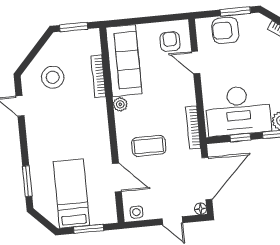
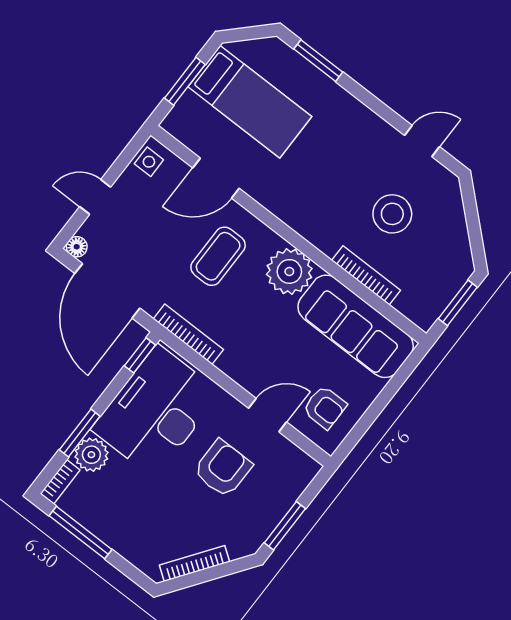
armchair: (225, 30) -> (223, 468), moved
stool: (53, 77) -> (392, 214), moved
plant: (120, 104) -> (289, 271), width x1.88, depth x1.88
window: (240, 138) -> (140, 355), moved

